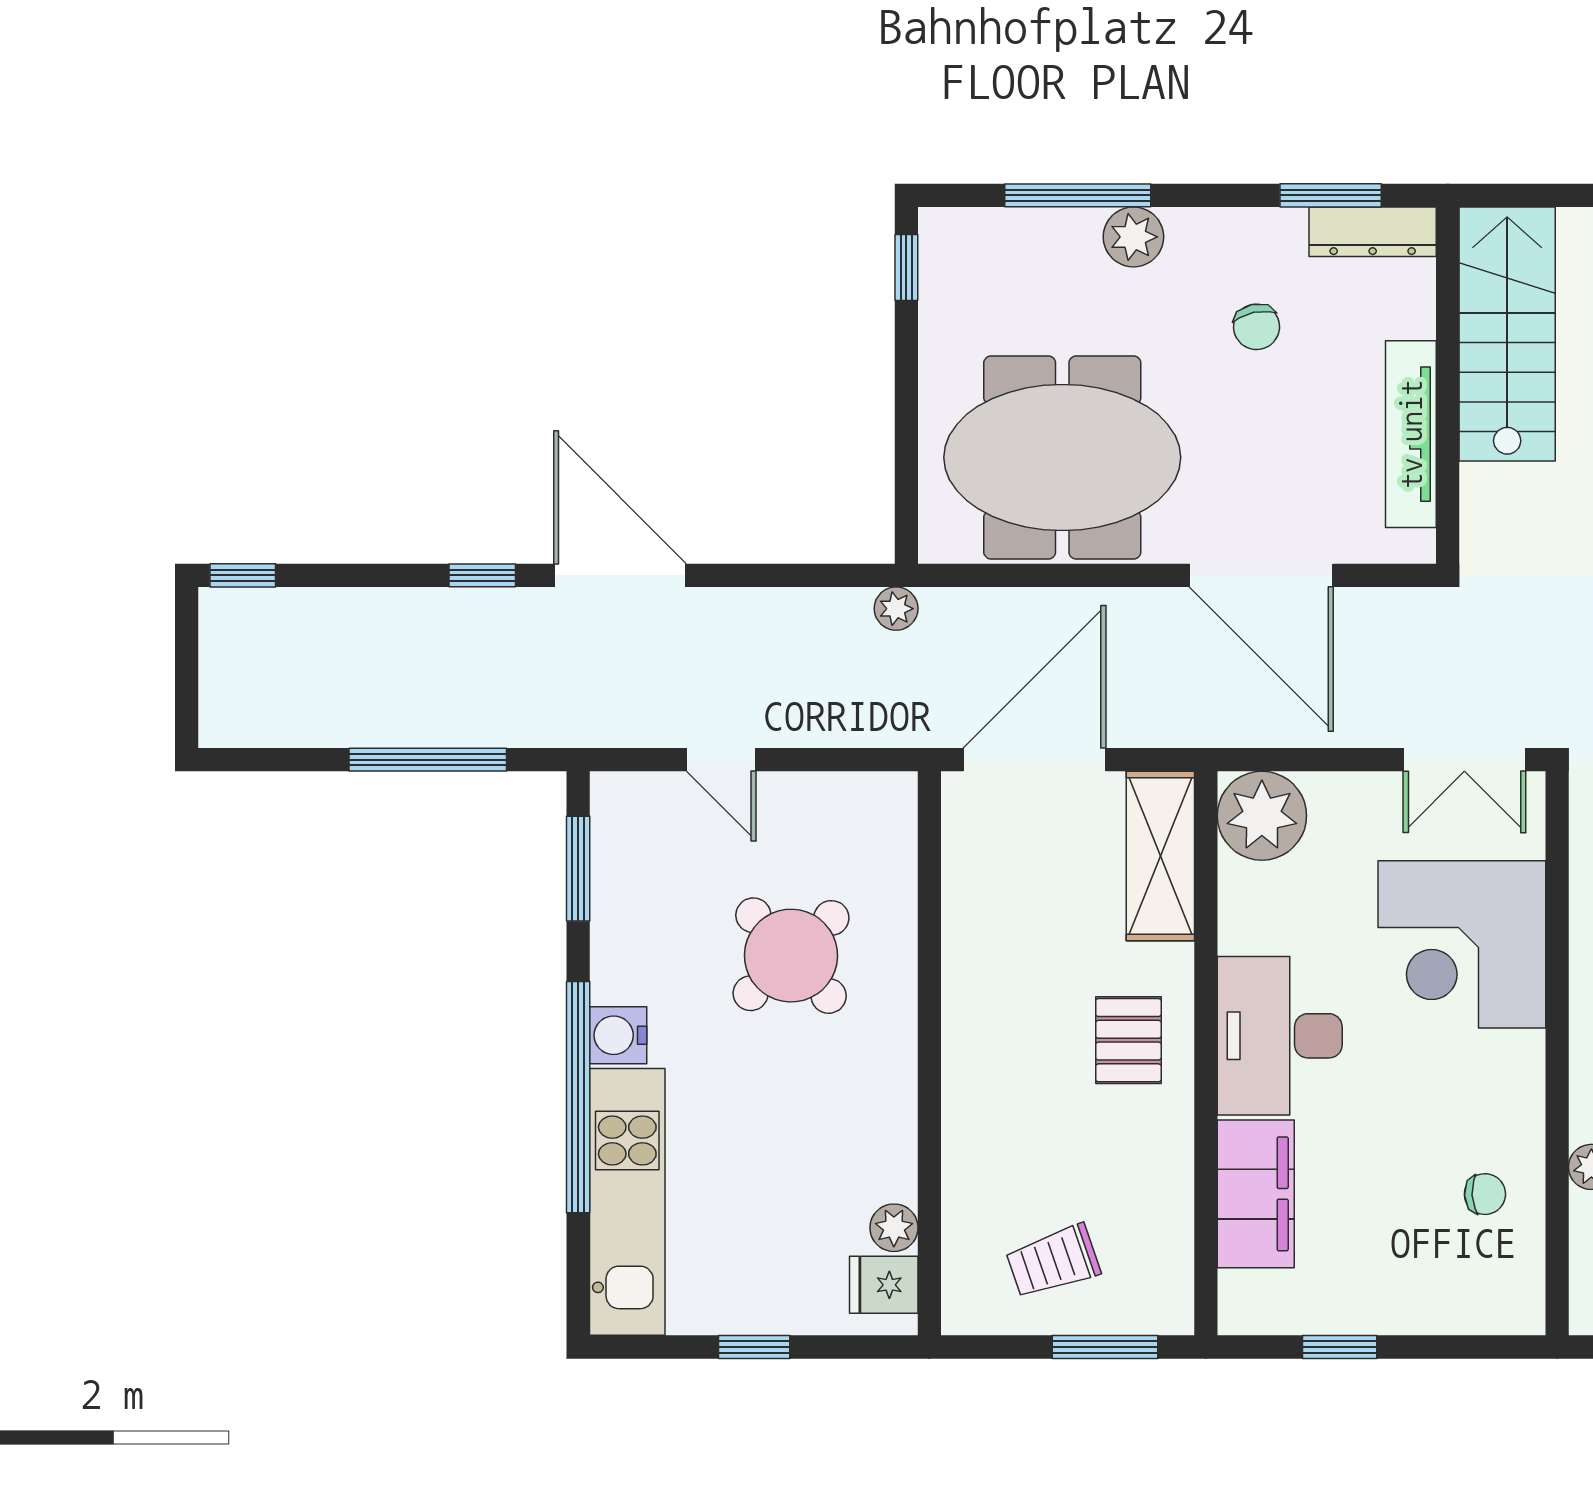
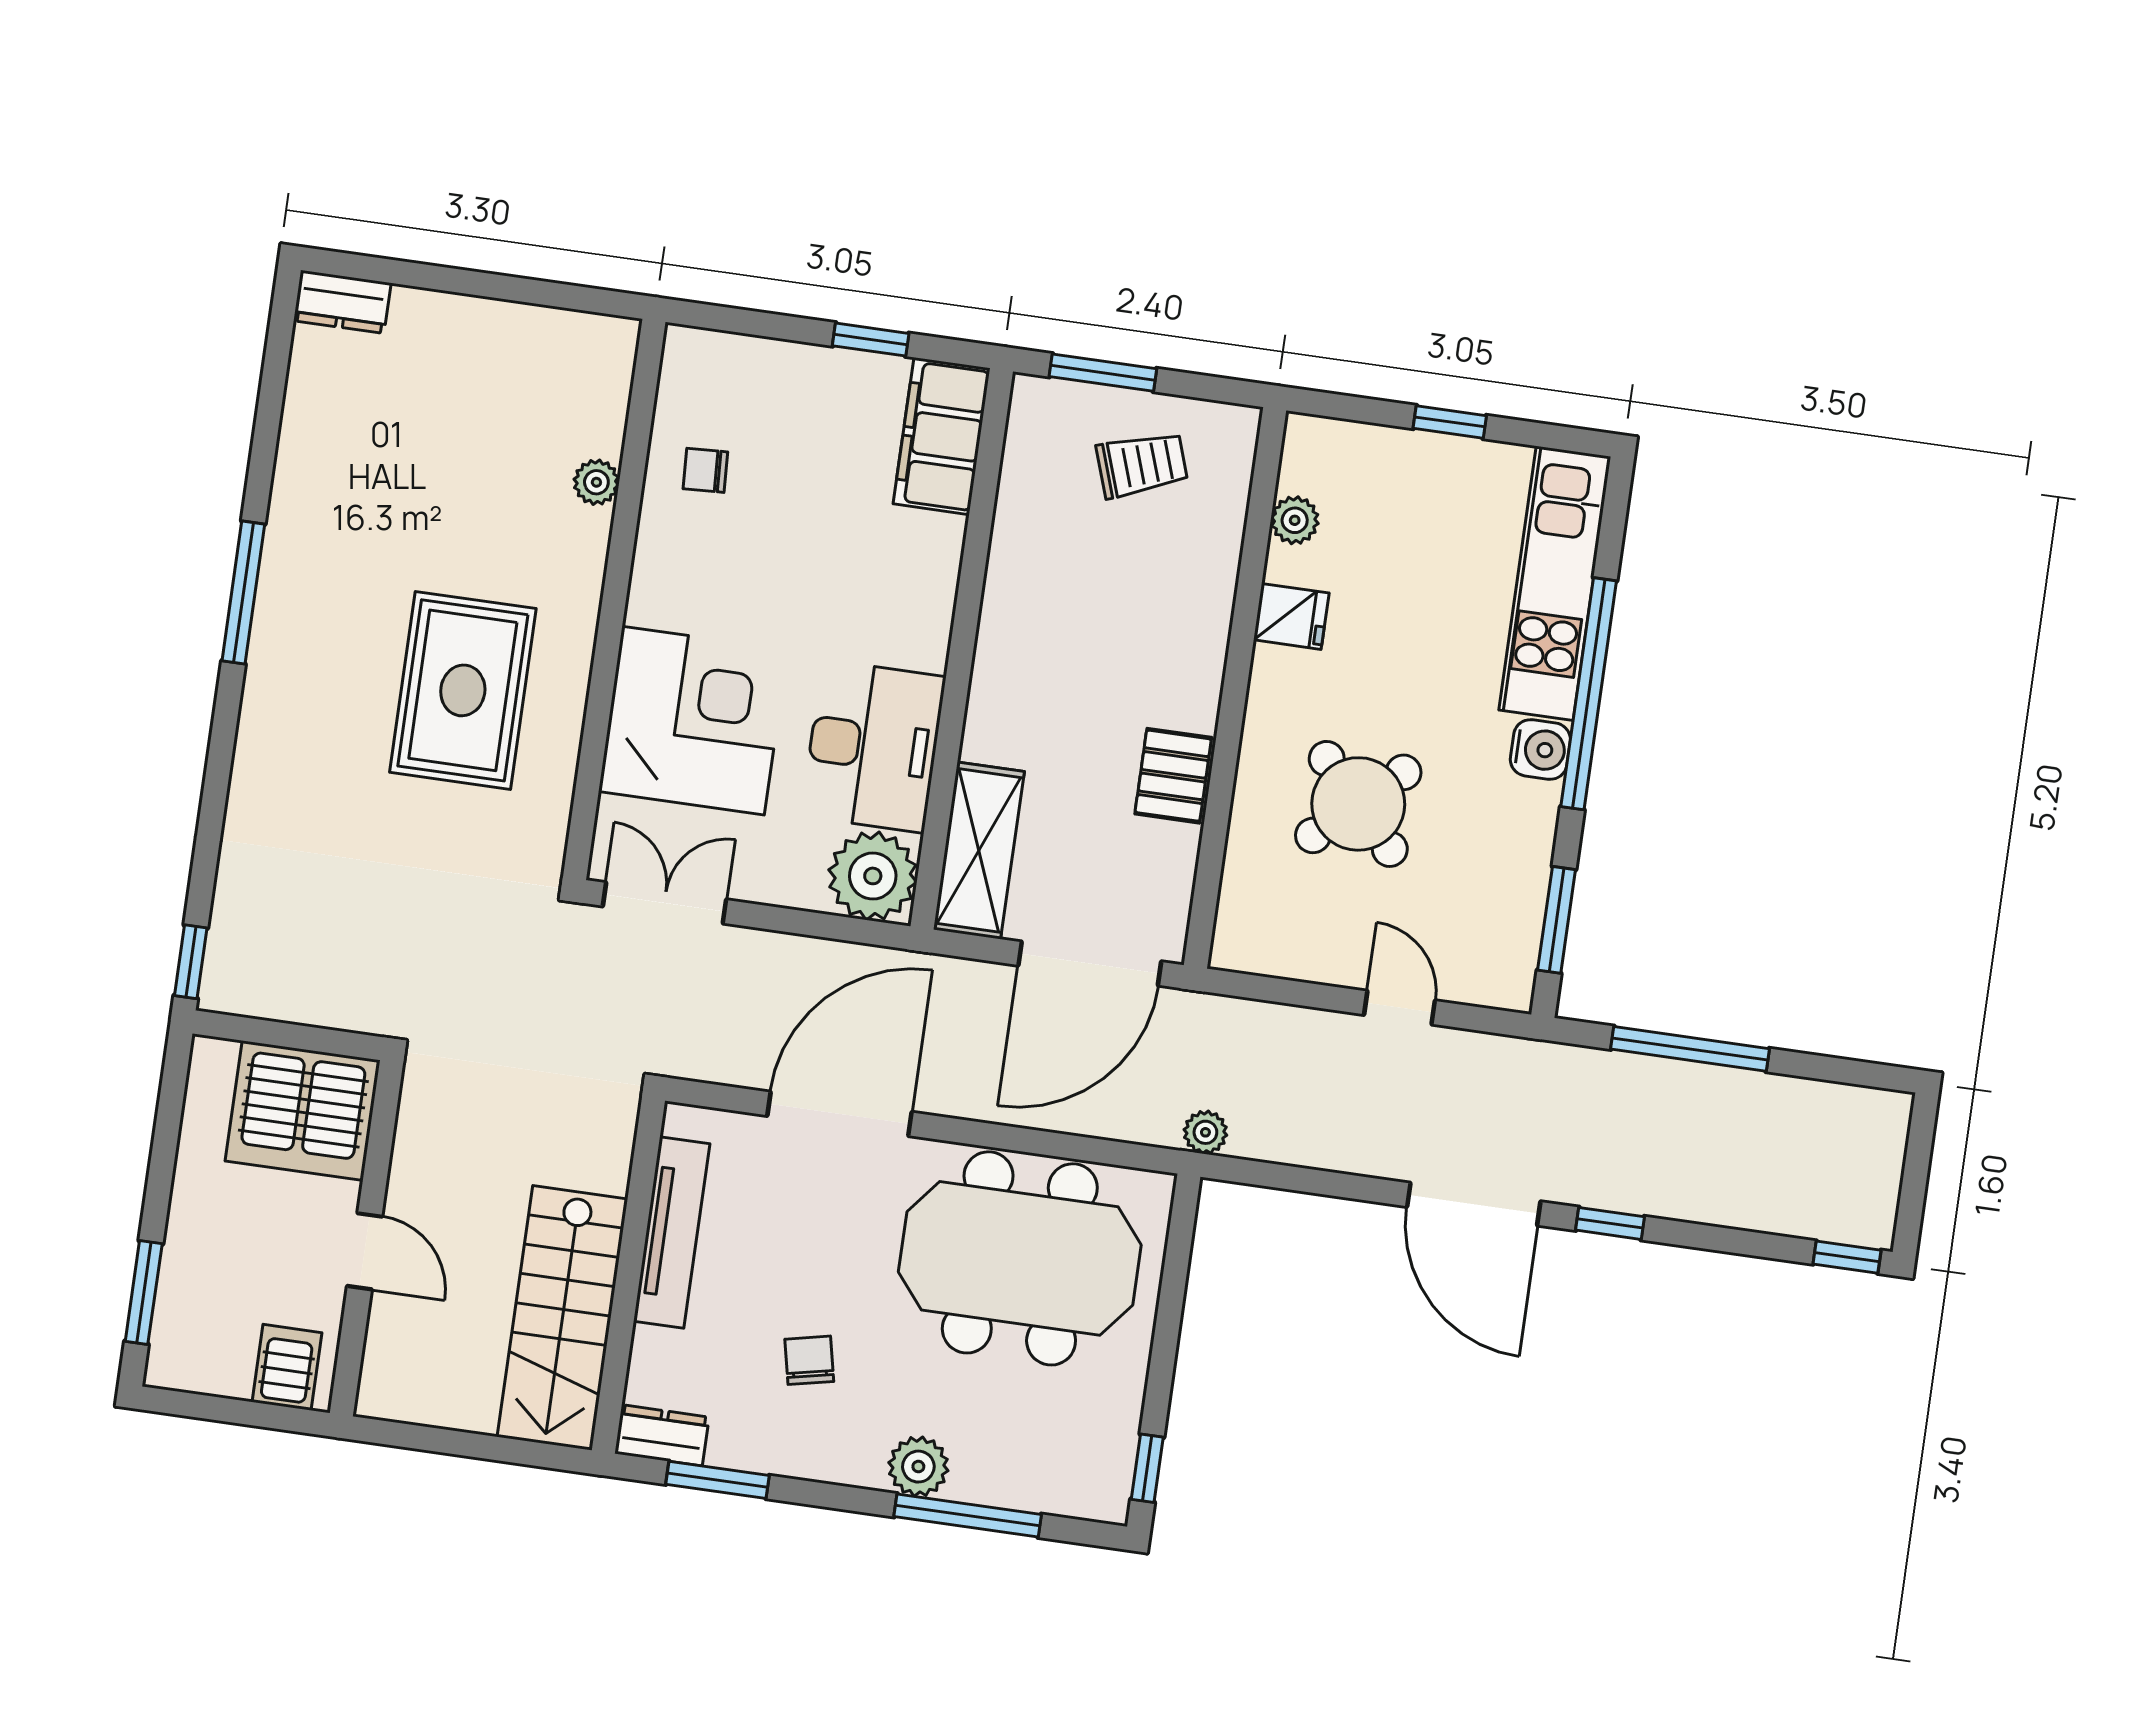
dresser: (1373, 232) -> (662, 1435), width x0.70
door: (1261, 575) -> (840, 1114), hinge flipped
desk: (1280, 1036) -> (873, 746), moved
pallet: (1128, 1040) -> (1173, 776), moved
filing cabinet: (1256, 1194) -> (942, 436), moved
fridge: (884, 1285) -> (1291, 616), moved

